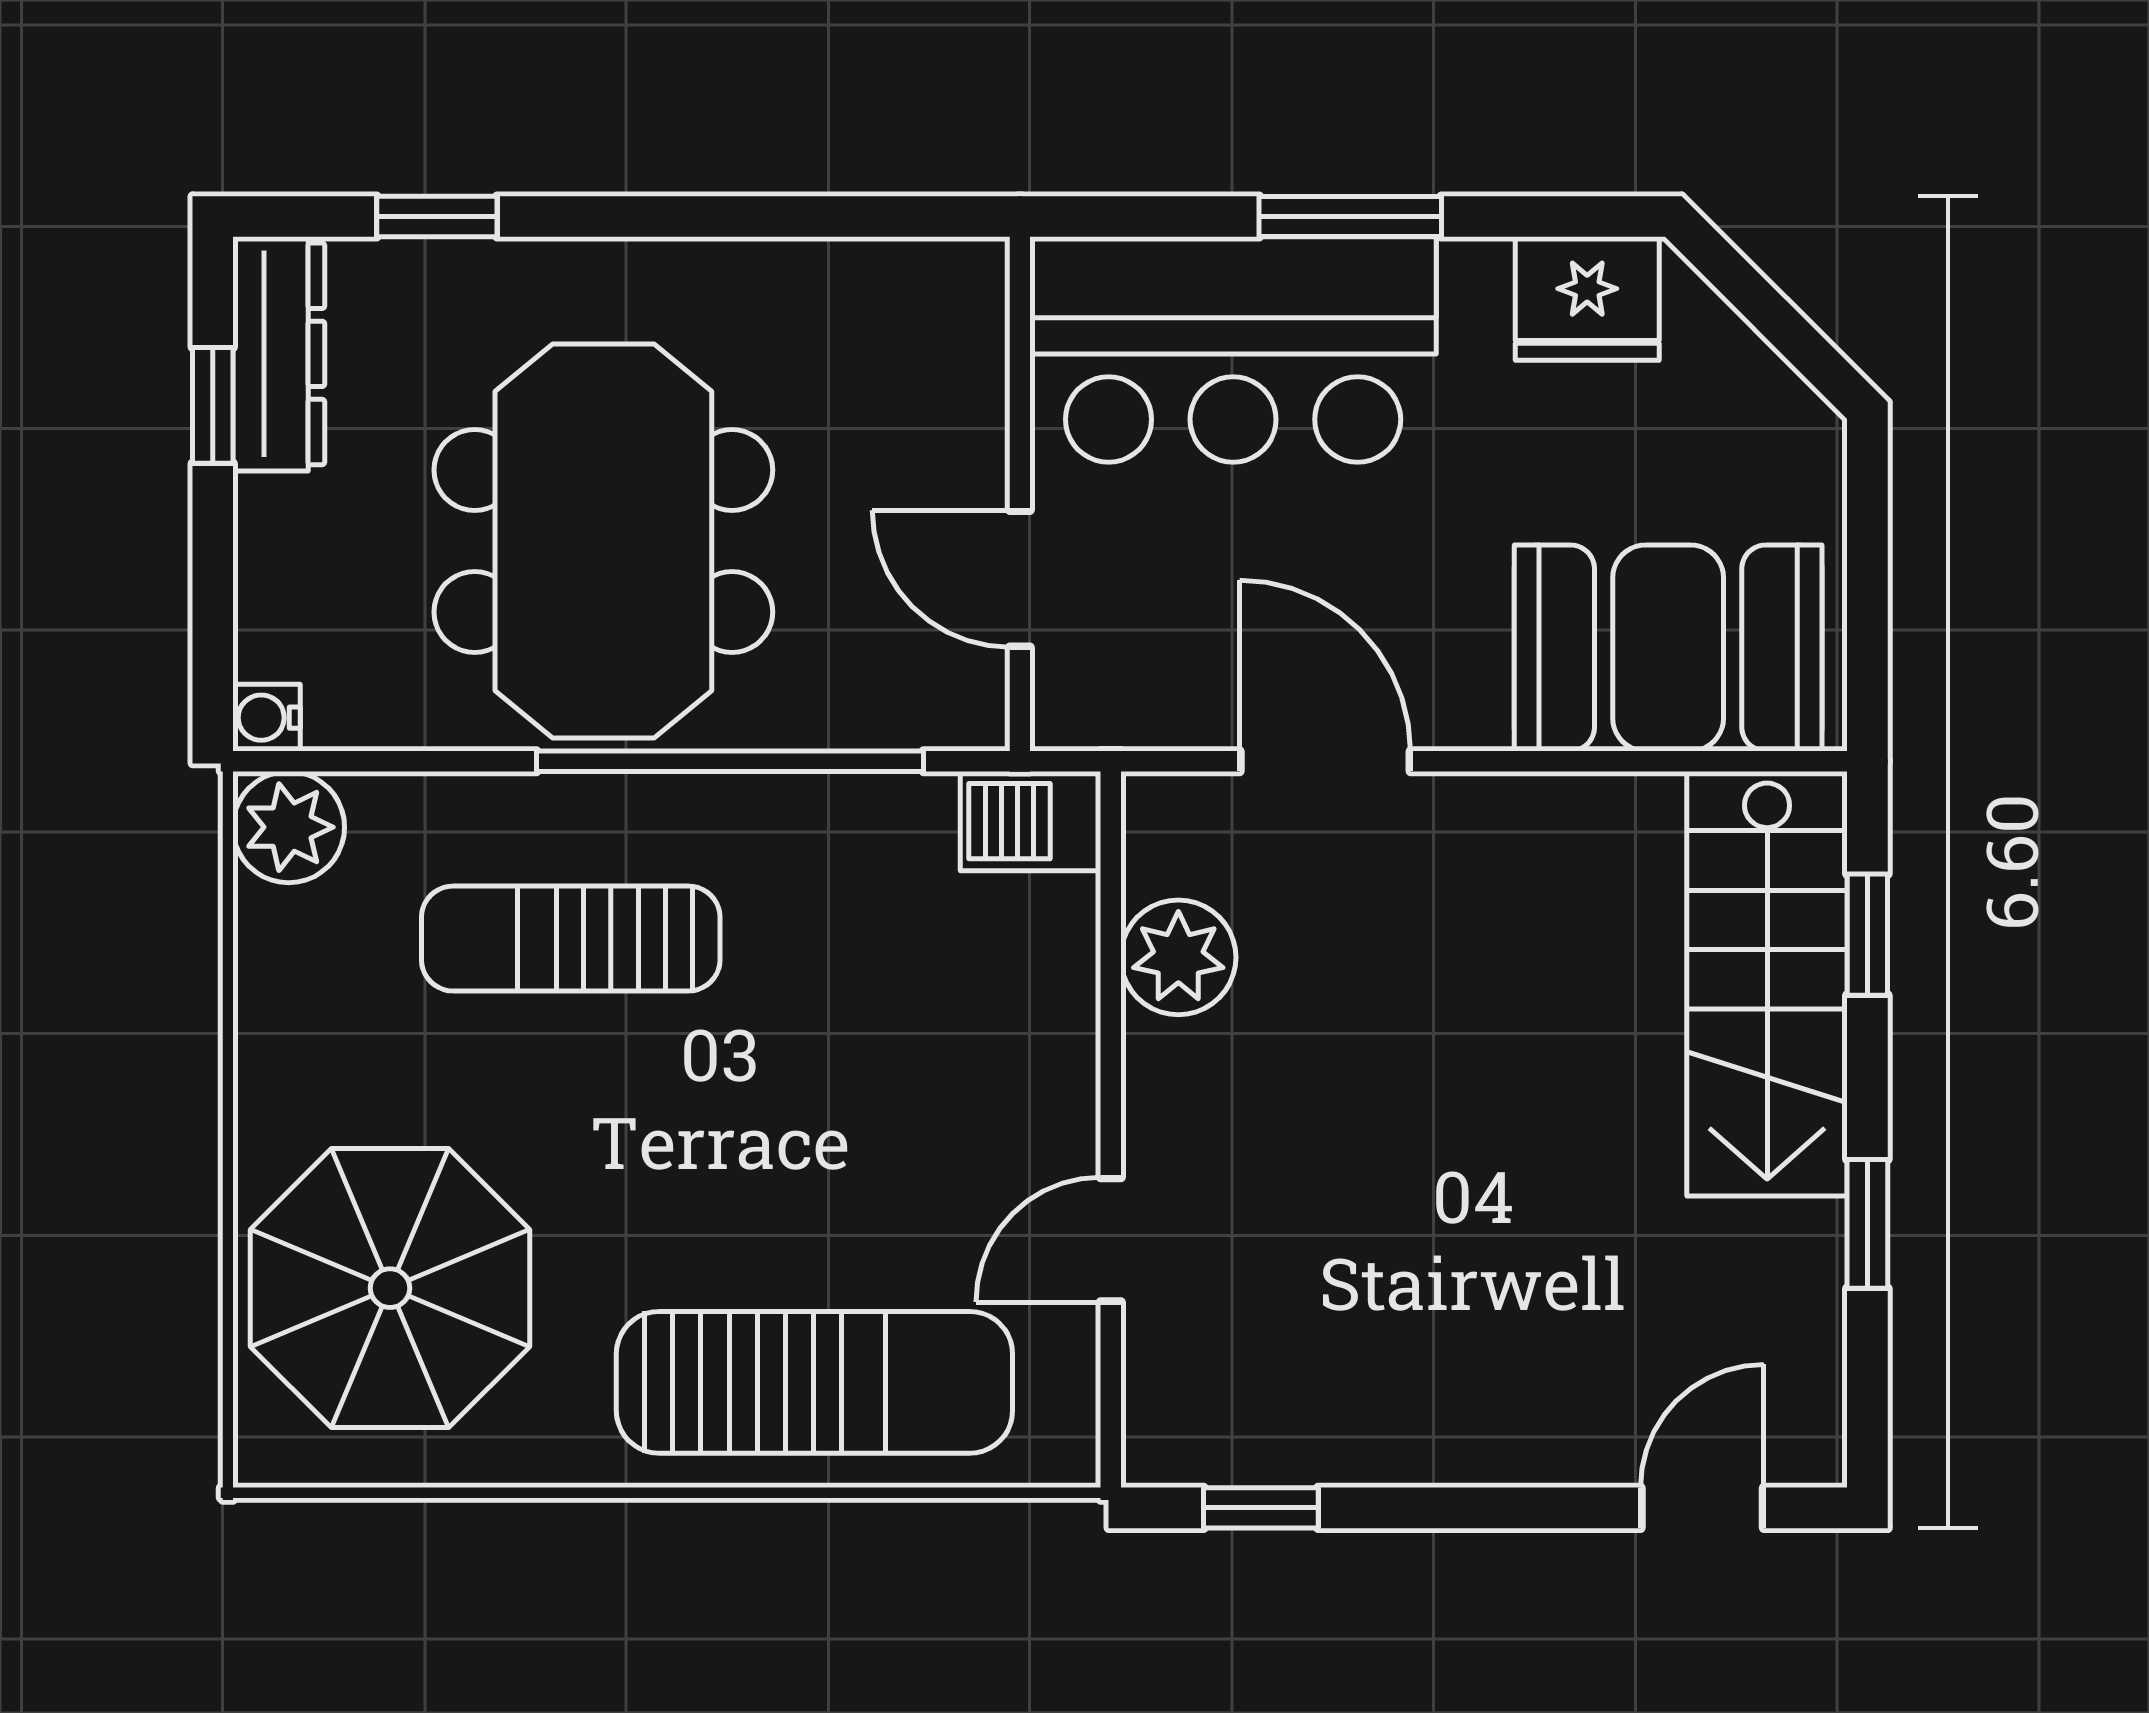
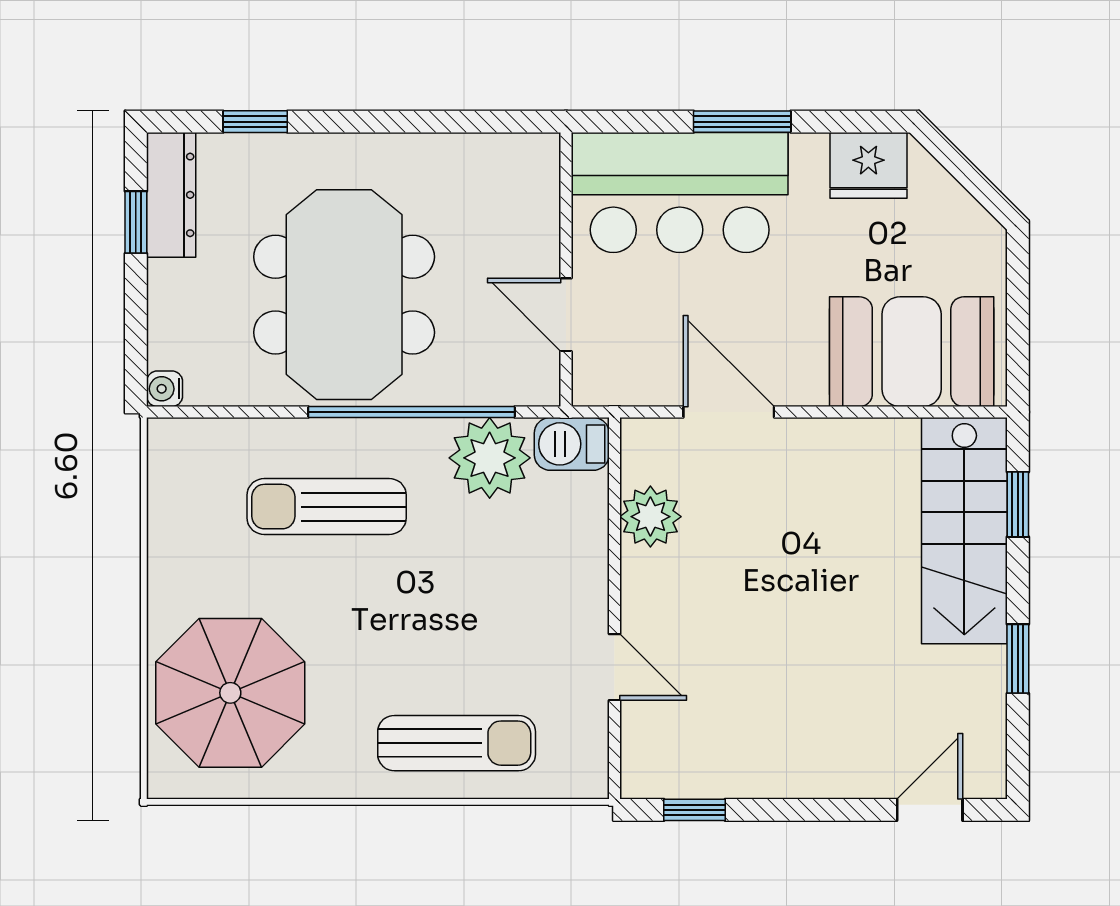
plant: (289, 827) -> (490, 458), moved, width x1.36, depth x1.36
door: (1111, 1240) -> (614, 667), swing flipped
sun lounger: (814, 1382) -> (457, 743), width x0.73, depth x0.75

